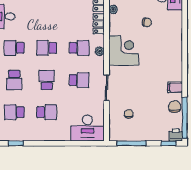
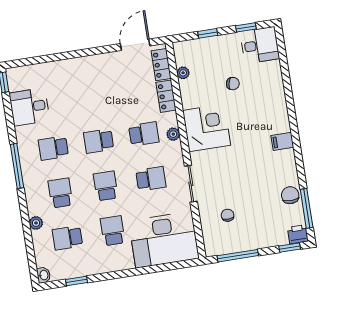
school desk: (14, 80) -> (60, 193), turned 180
filing cabinet: (175, 87) -> (282, 141), moved
school desk: (47, 112) -> (113, 231), turned -90
window: (185, 118) -> (307, 208), width x0.68
desk: (88, 128) -> (164, 240), width x1.36, depth x1.30

